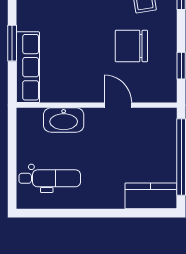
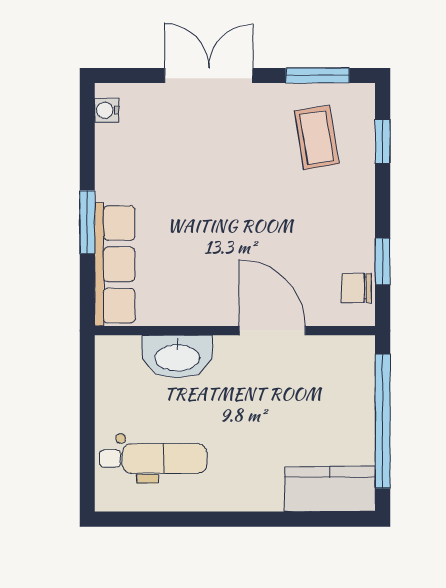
chair: (131, 46) -> (356, 288), moved, width x0.54, depth x0.54
door: (118, 105) -> (272, 331), width x1.38

